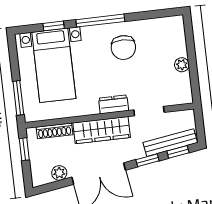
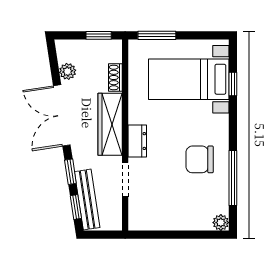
window: (100, 21) -> (233, 178), moved
plant: (182, 65) -> (221, 223), moved
shoe rack: (54, 131) -> (115, 78), width x0.70

